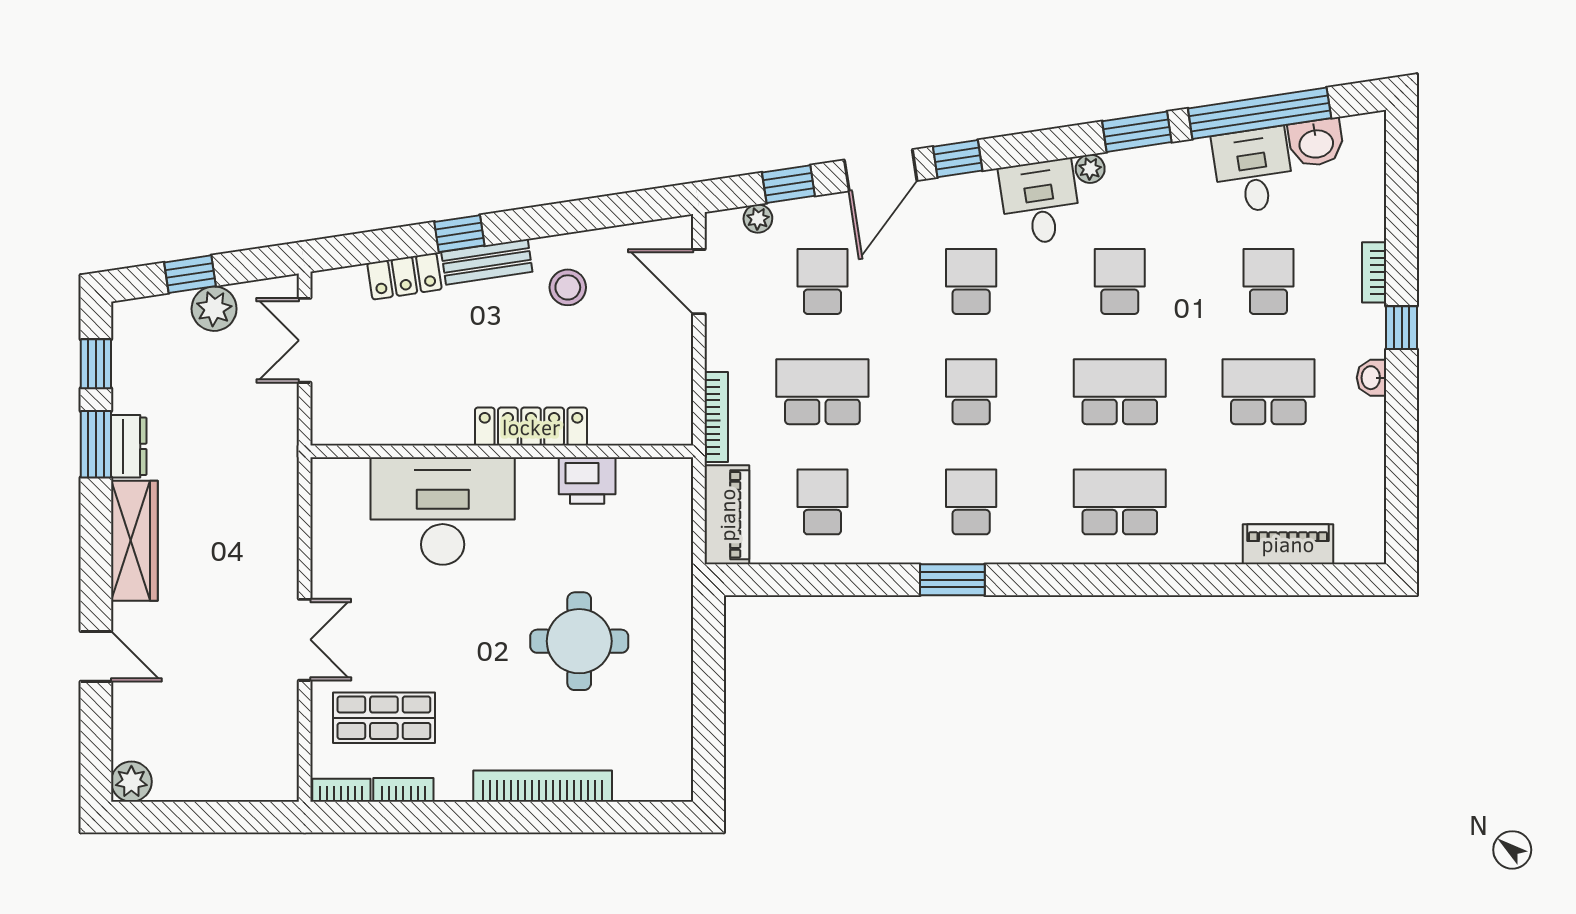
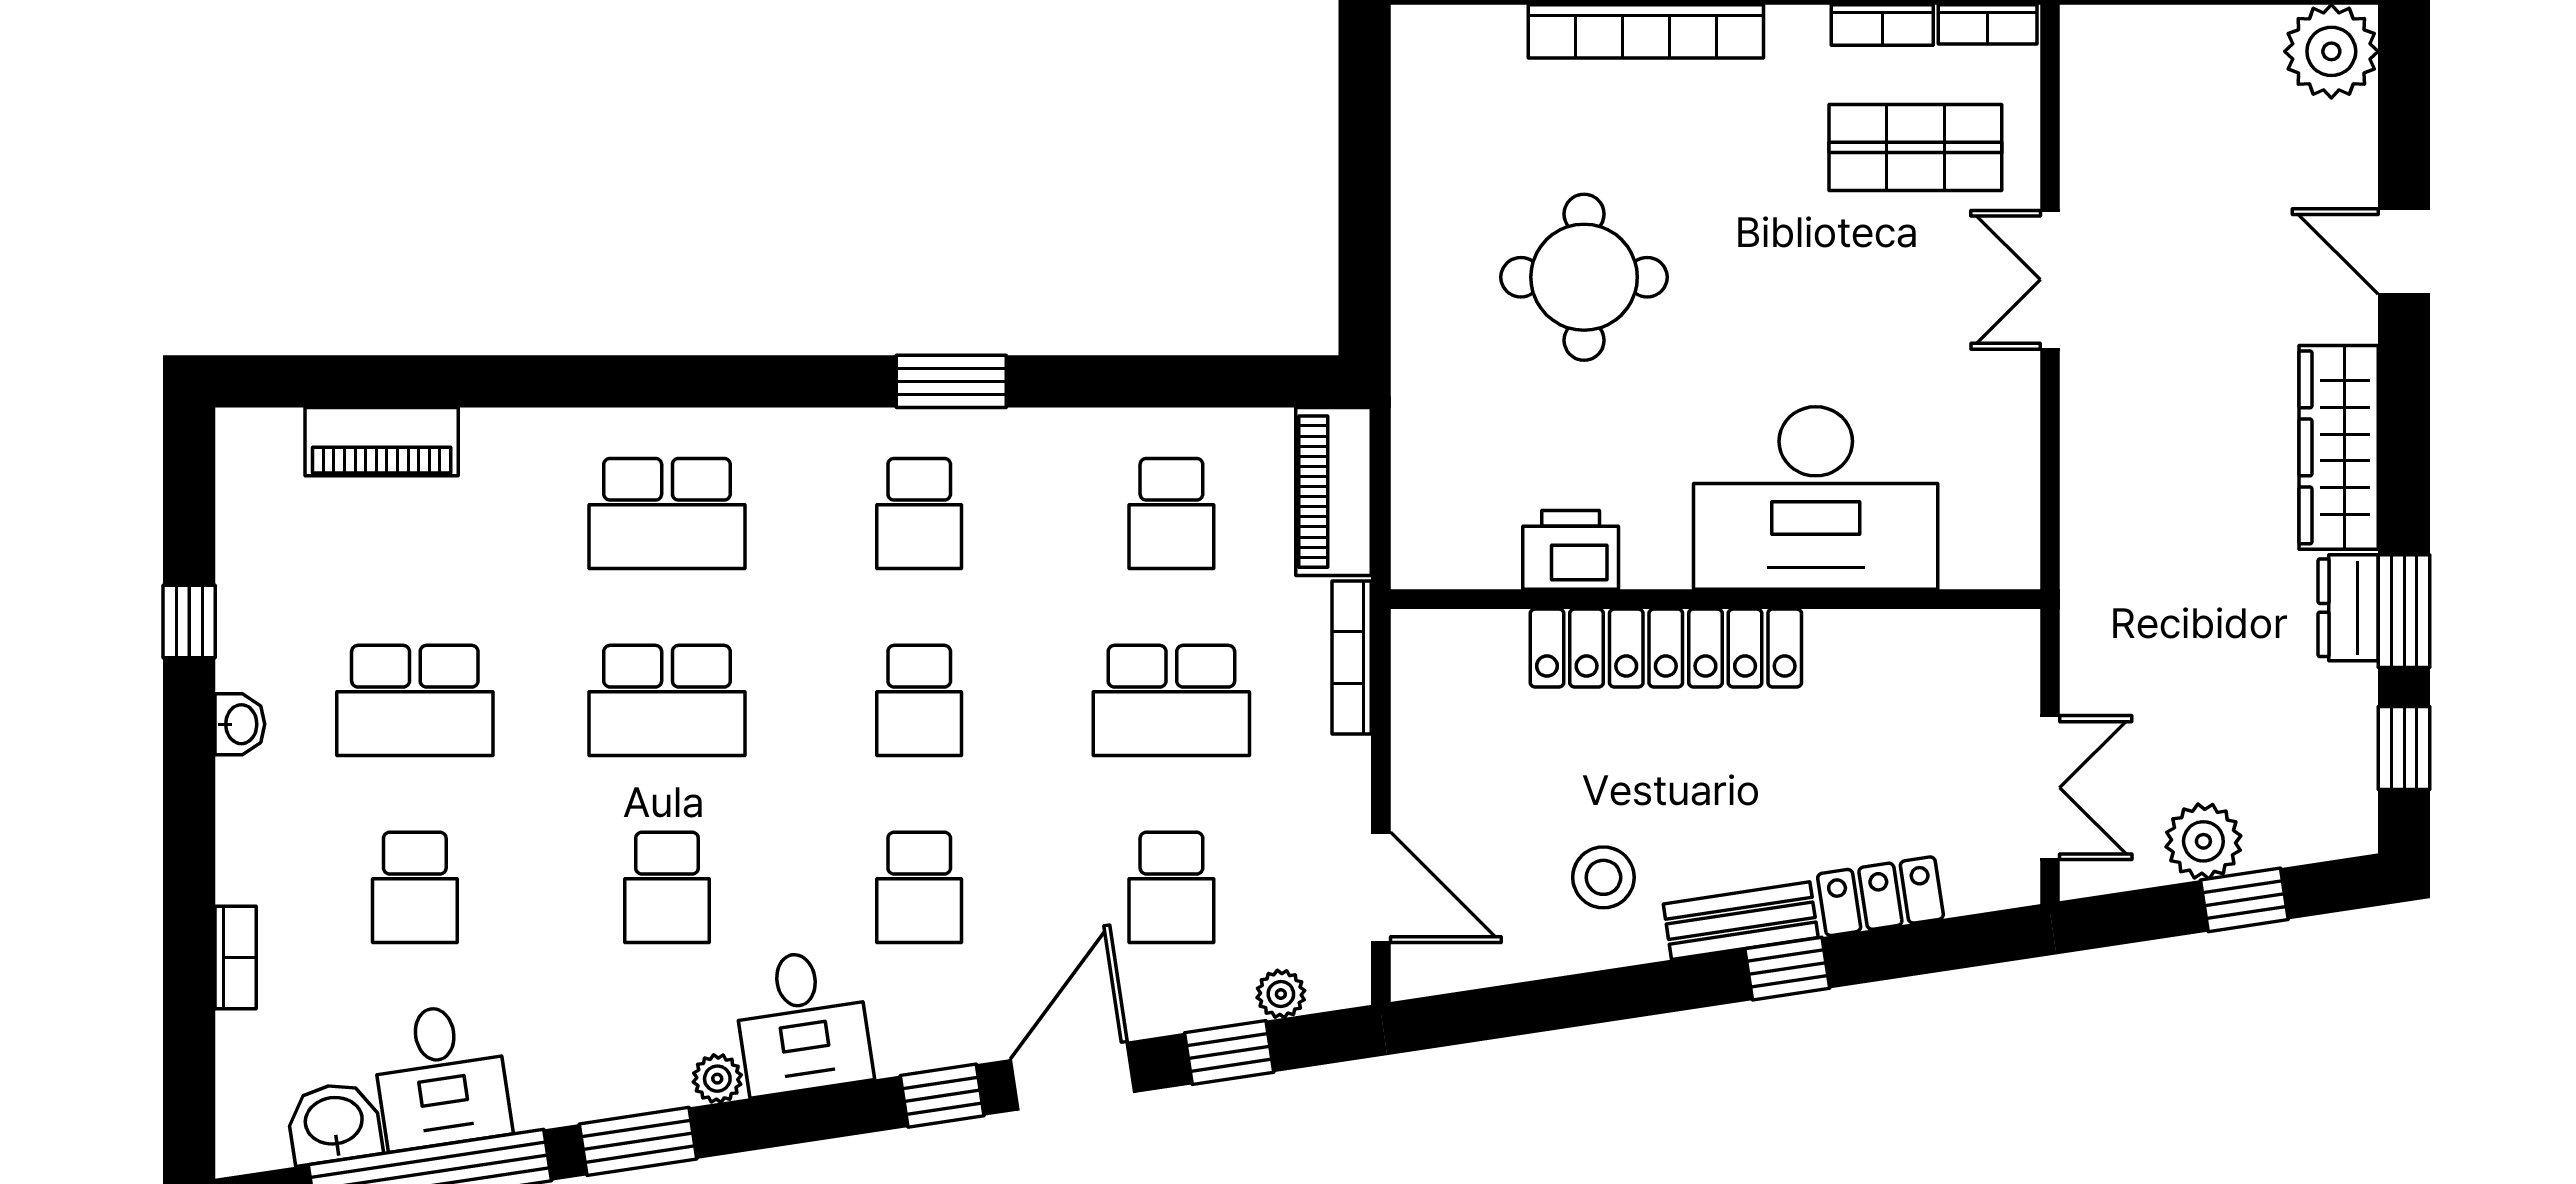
bookcase: (1374, 272) -> (236, 958), moved
window: (1402, 328) -> (189, 622), moved
locker: (531, 427) -> (1666, 648), width x1.41, depth x1.21
plant: (131, 782) -> (2331, 51), width x1.36, depth x1.36

